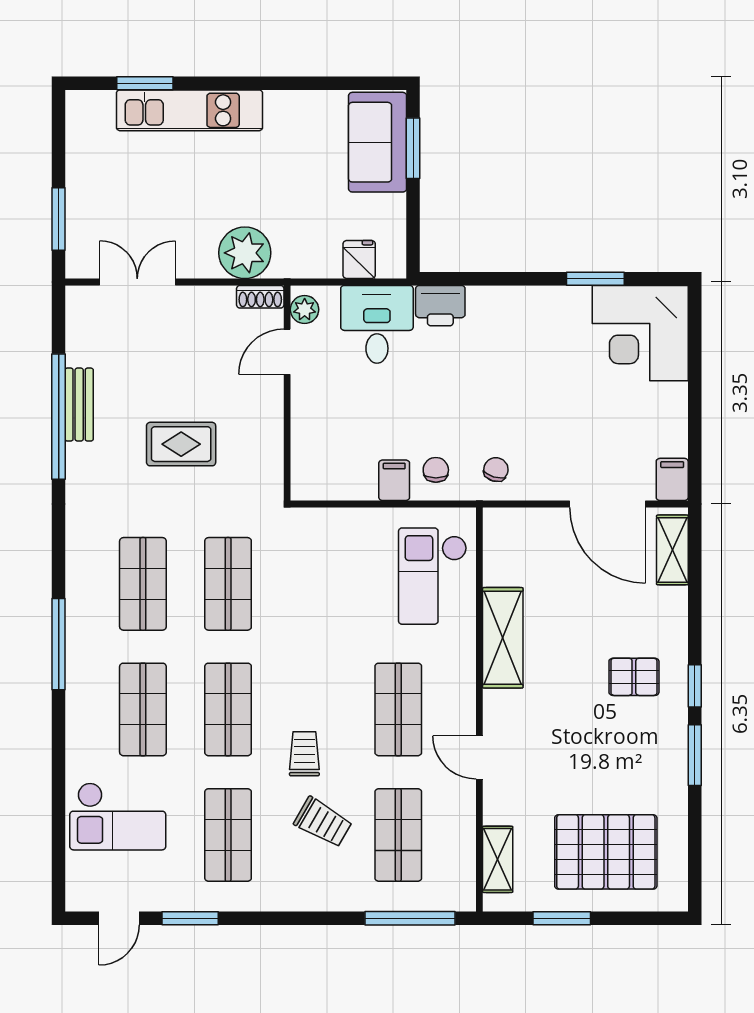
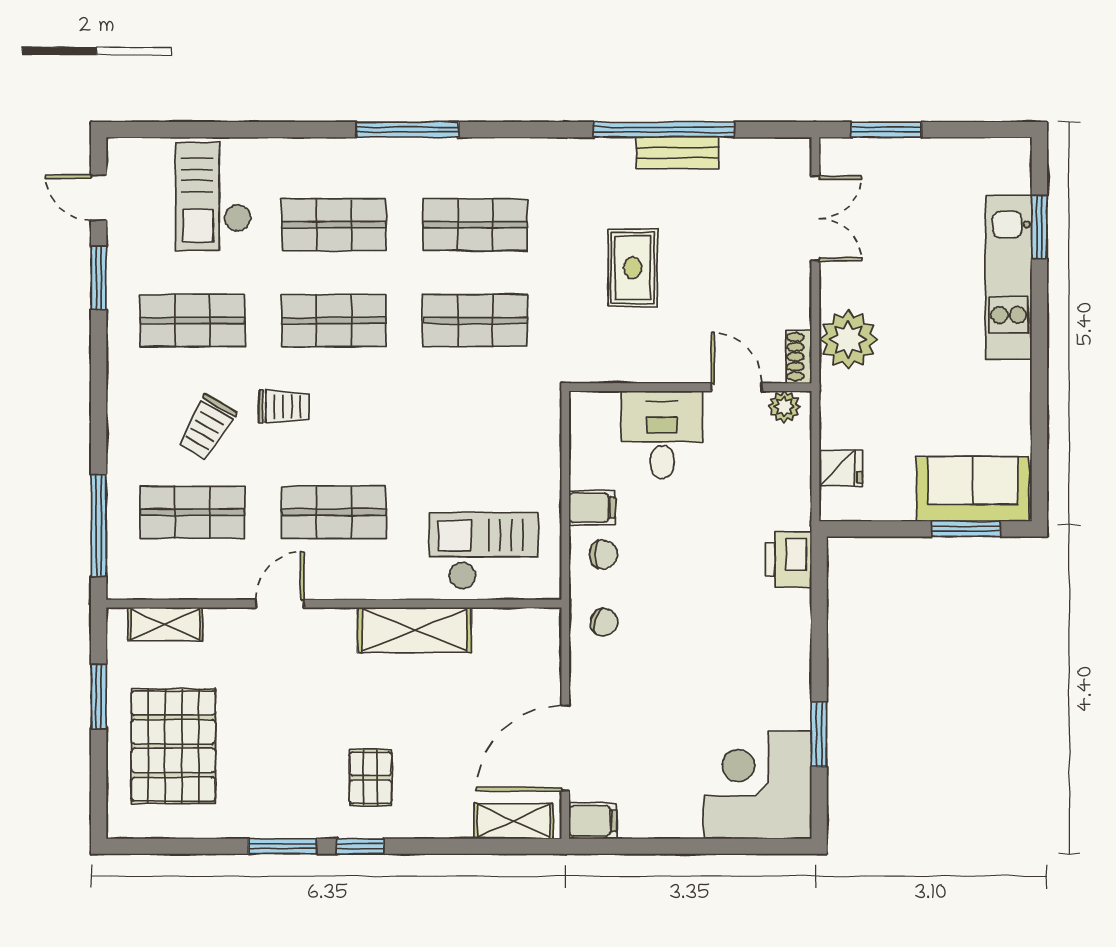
desk: (377, 324) -> (662, 435), moved, turned -90

